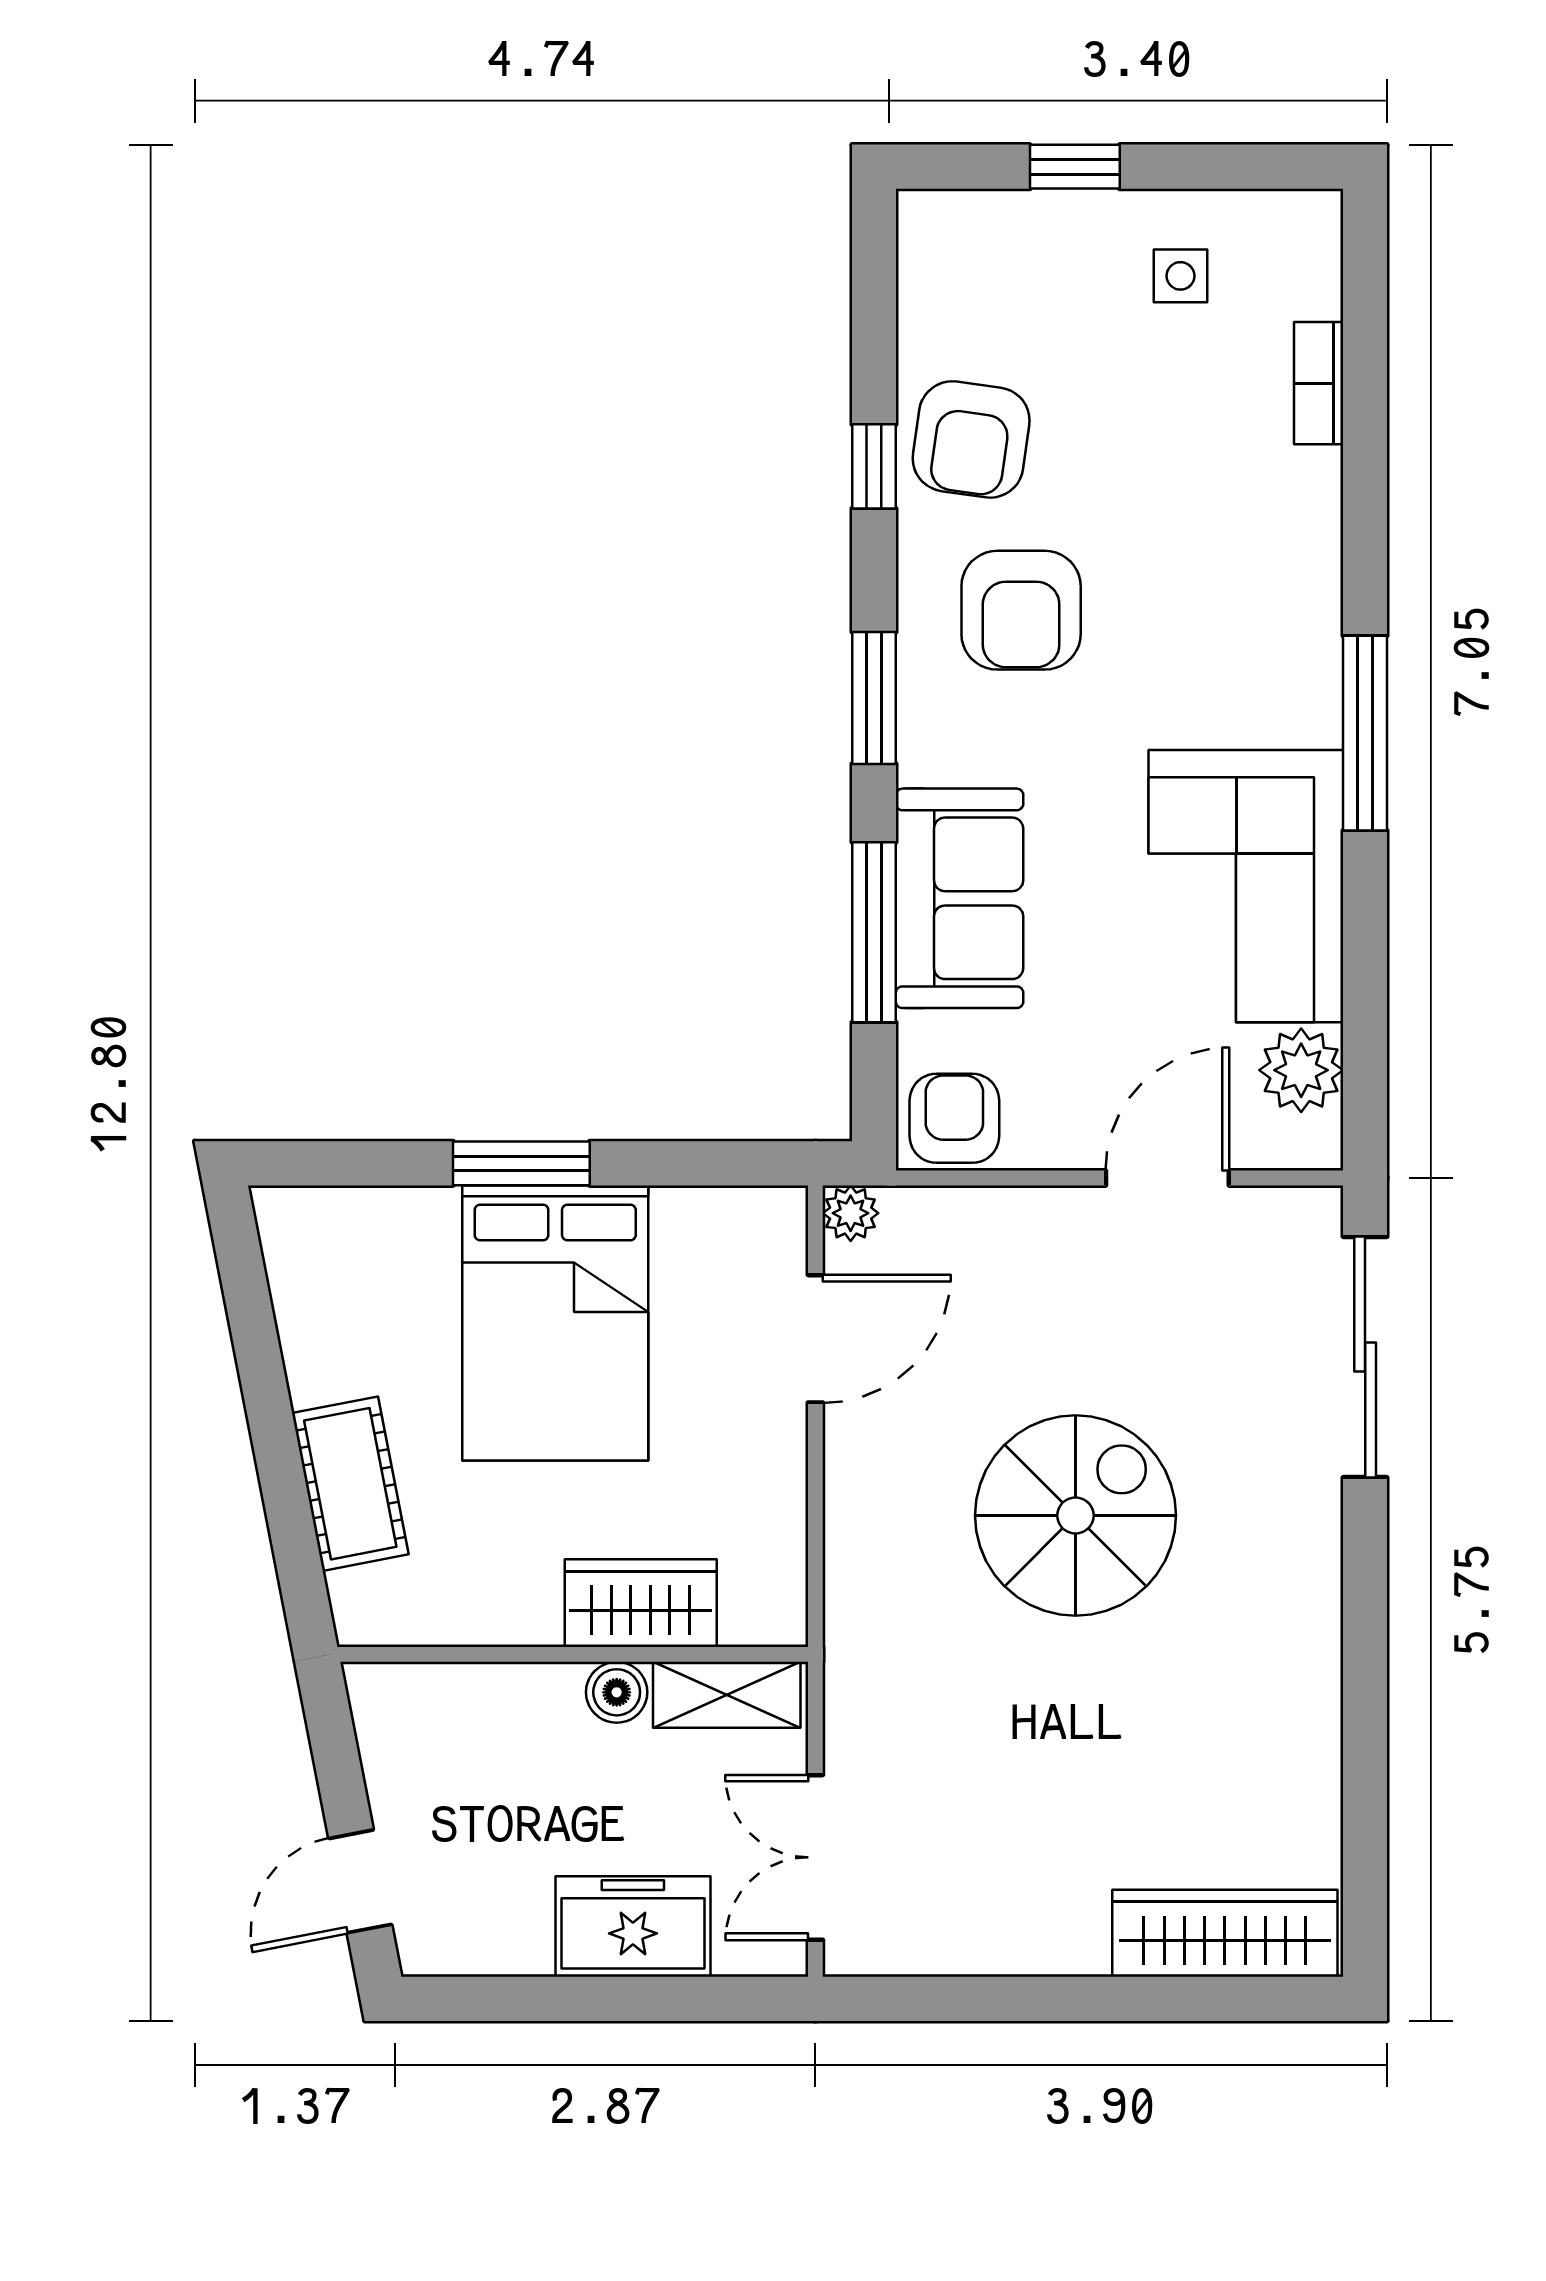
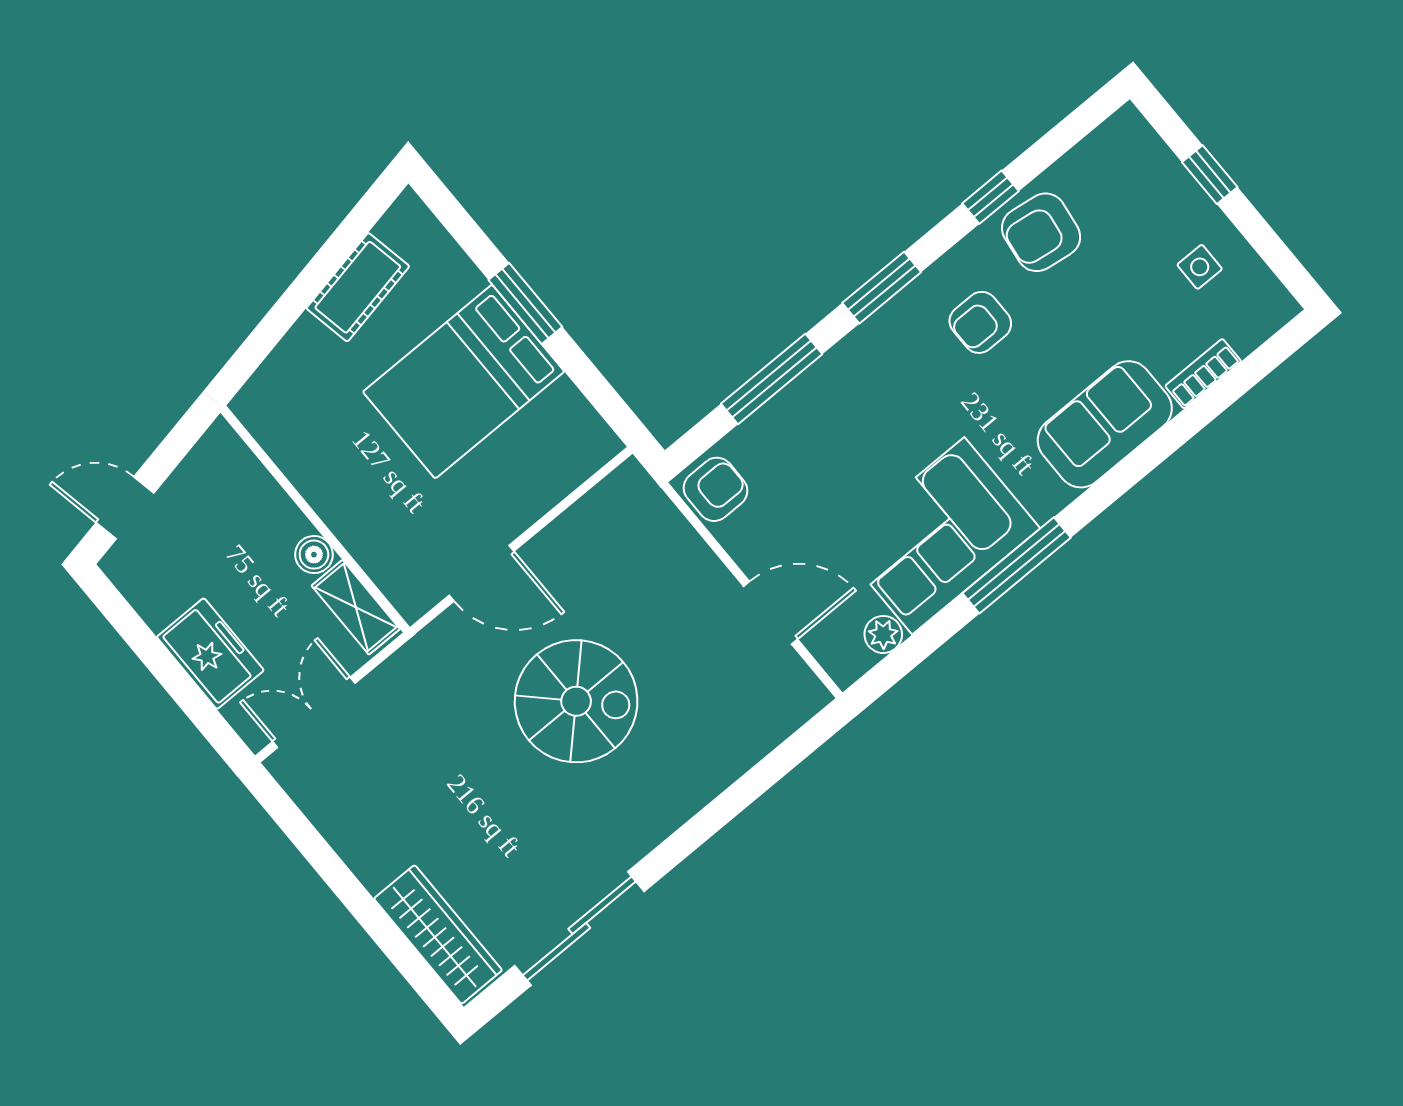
armchair: (1021, 610) -> (980, 322), width x0.72, depth x0.72
window: (1365, 733) -> (1017, 565), moved
sofa: (960, 898) -> (1105, 424), moved, turned 180
plant: (1301, 1070) -> (883, 634), width x0.73, depth x0.73
plant: (851, 1213) -> (630, 478), removed
door: (815, 1339) -> (481, 573), moved
sliding door: (1365, 1357) -> (579, 928), moved
cot: (350, 1484) -> (358, 287), moved
wardrobe: (641, 1603) -> (365, 531), removed

